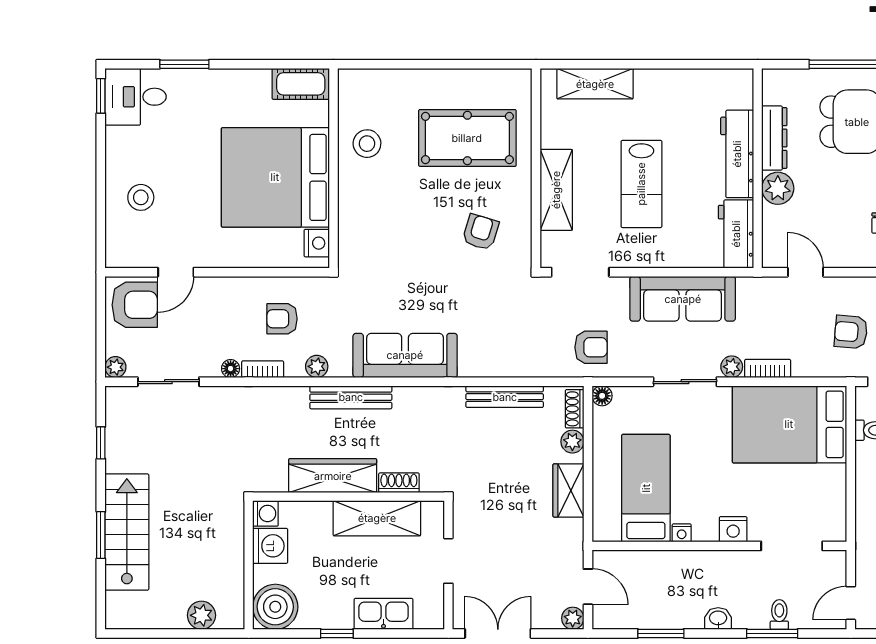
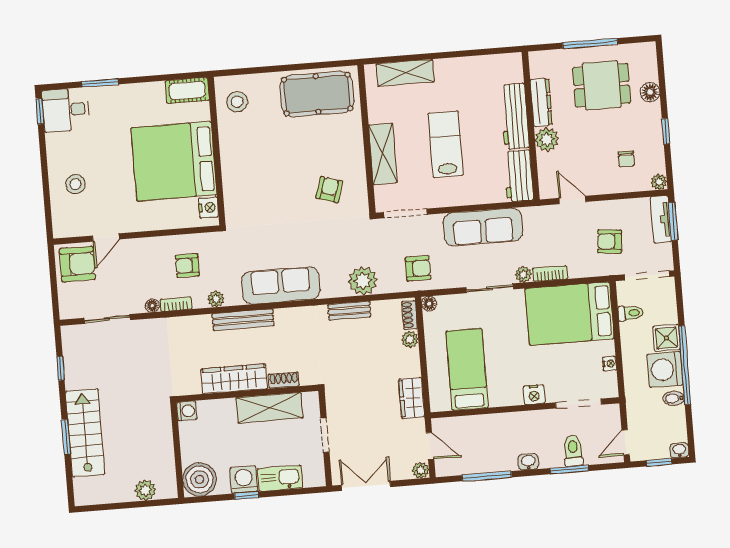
pool table: (467, 138) -> (317, 94), moved
stool: (367, 144) -> (237, 102), moved
lab bench: (641, 184) -> (446, 144), turned 180
plant: (115, 367) -> (363, 281), moved, width x1.87, depth x1.87
bench: (505, 397) -> (349, 311), width x0.73
wardrobe: (568, 490) -> (412, 398), moved
nightstand: (682, 533) -> (610, 364), moved, turned -90
washing machine: (270, 546) -> (244, 480), moved, turned -90
toilet: (779, 614) -> (573, 451), width x1.37, depth x1.39
window: (661, 633) -> (487, 476), width x1.44

